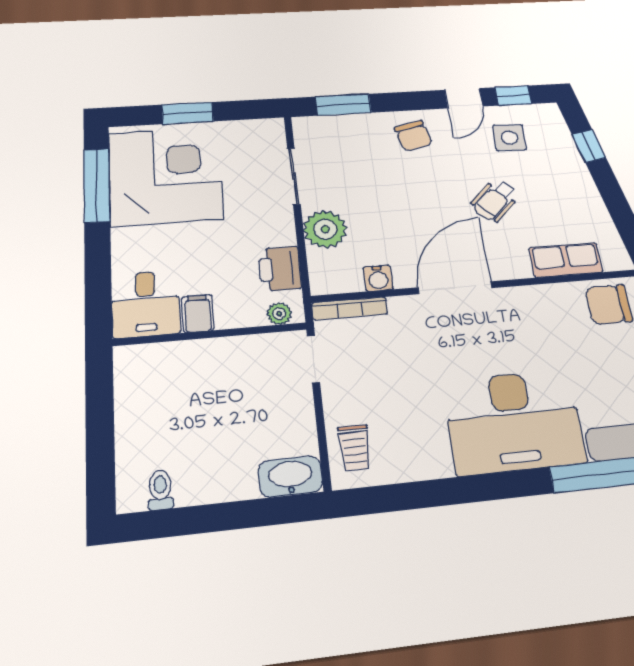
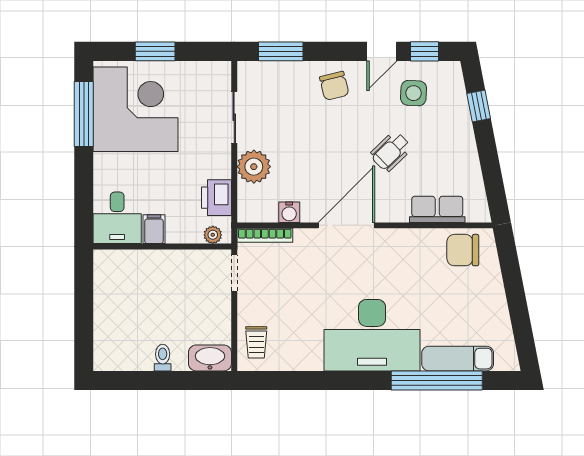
toilet: (160, 490) -> (163, 358), moved

